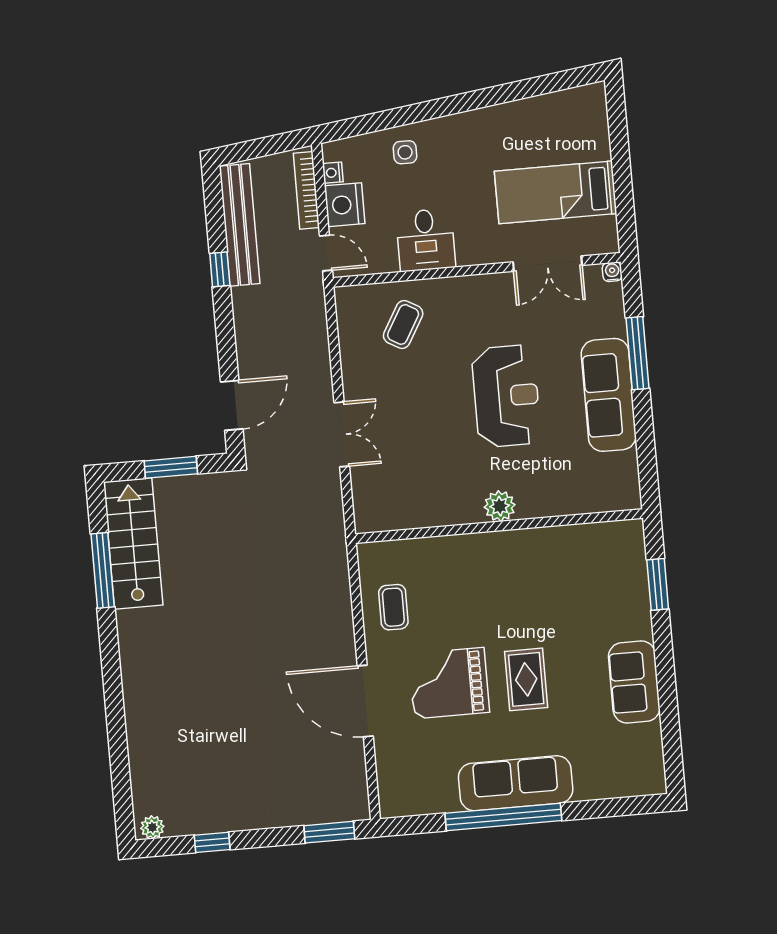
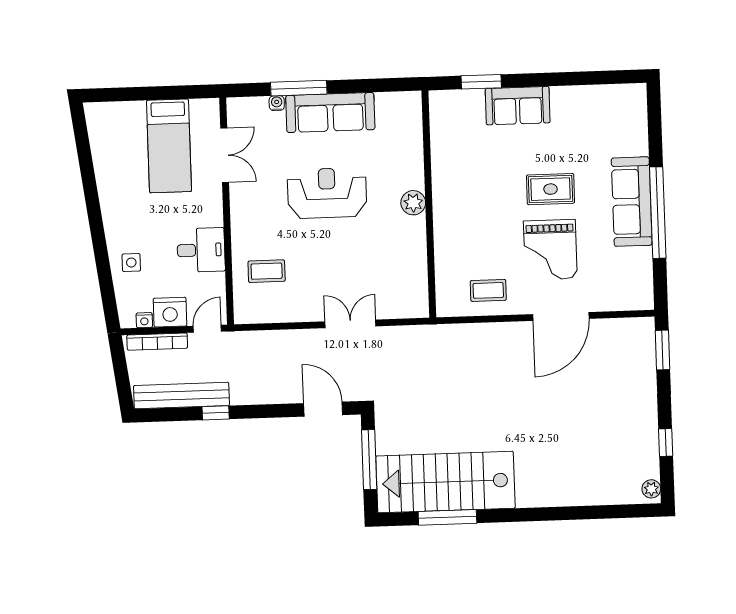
water cooler: (612, 272) -> (277, 103), moved, turned 90
coffee table: (403, 324) -> (267, 271), turned -30
window: (171, 467) -> (369, 460), width x1.44
stairs: (133, 543) -> (445, 482), width x1.36, depth x1.51
sofa: (634, 682) -> (518, 106), moved

